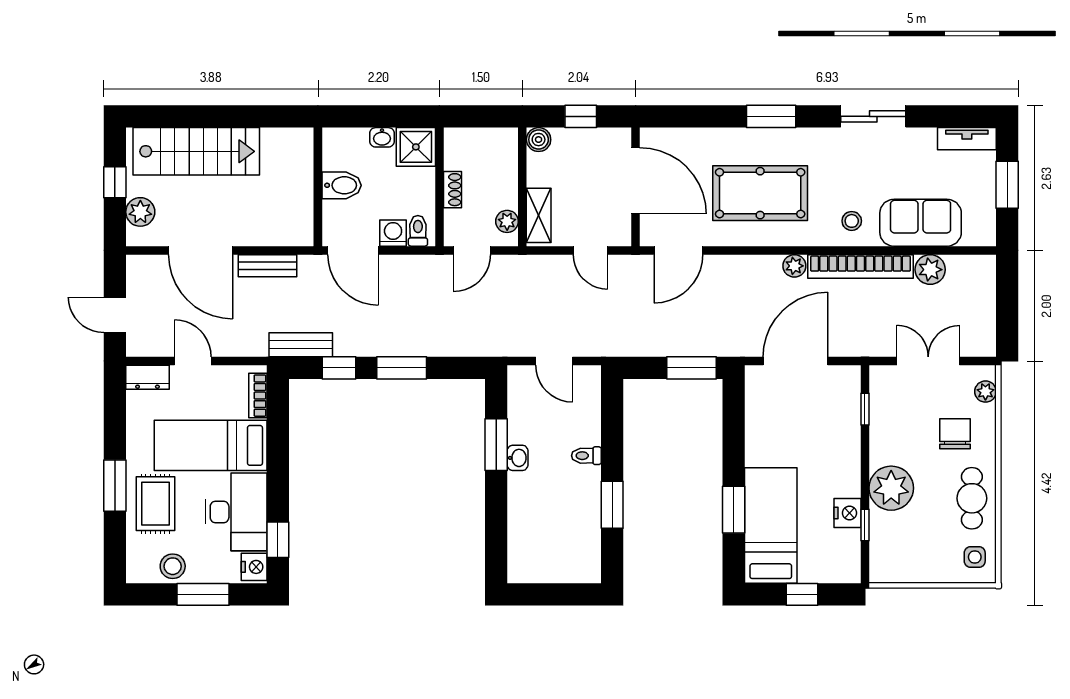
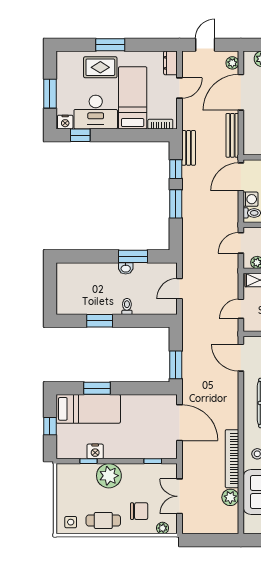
door: (472, 250) -> (241, 243), hinge flipped
bench: (267, 266) -> (232, 135), width x1.36
plant: (794, 266) -> (232, 63), moved
double door: (928, 361) -> (180, 496), swing flipped
stool: (173, 566) -> (66, 77), removed

